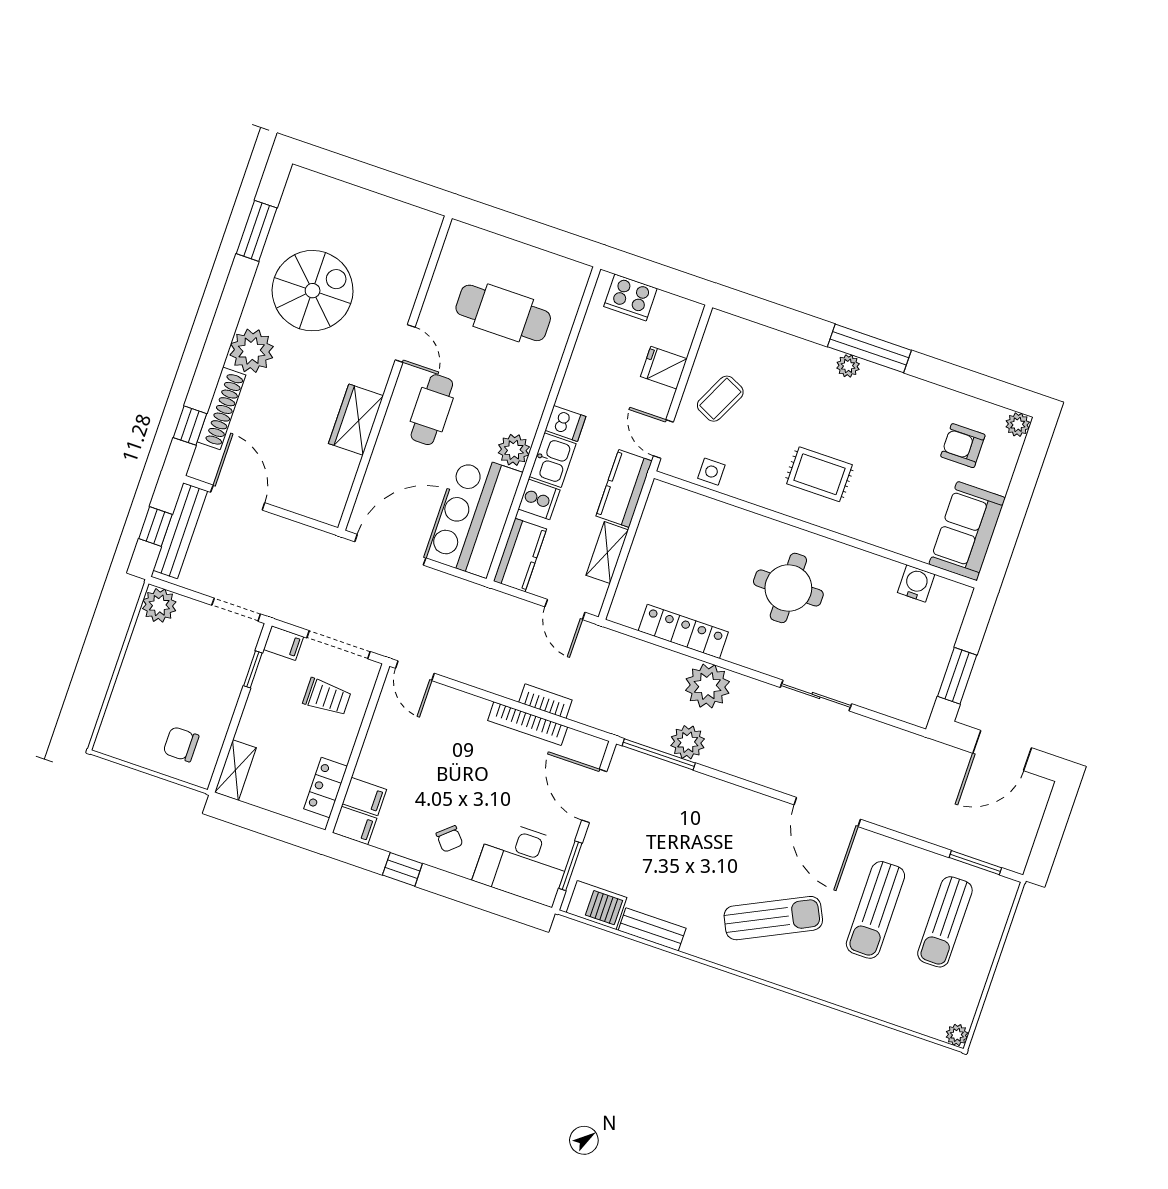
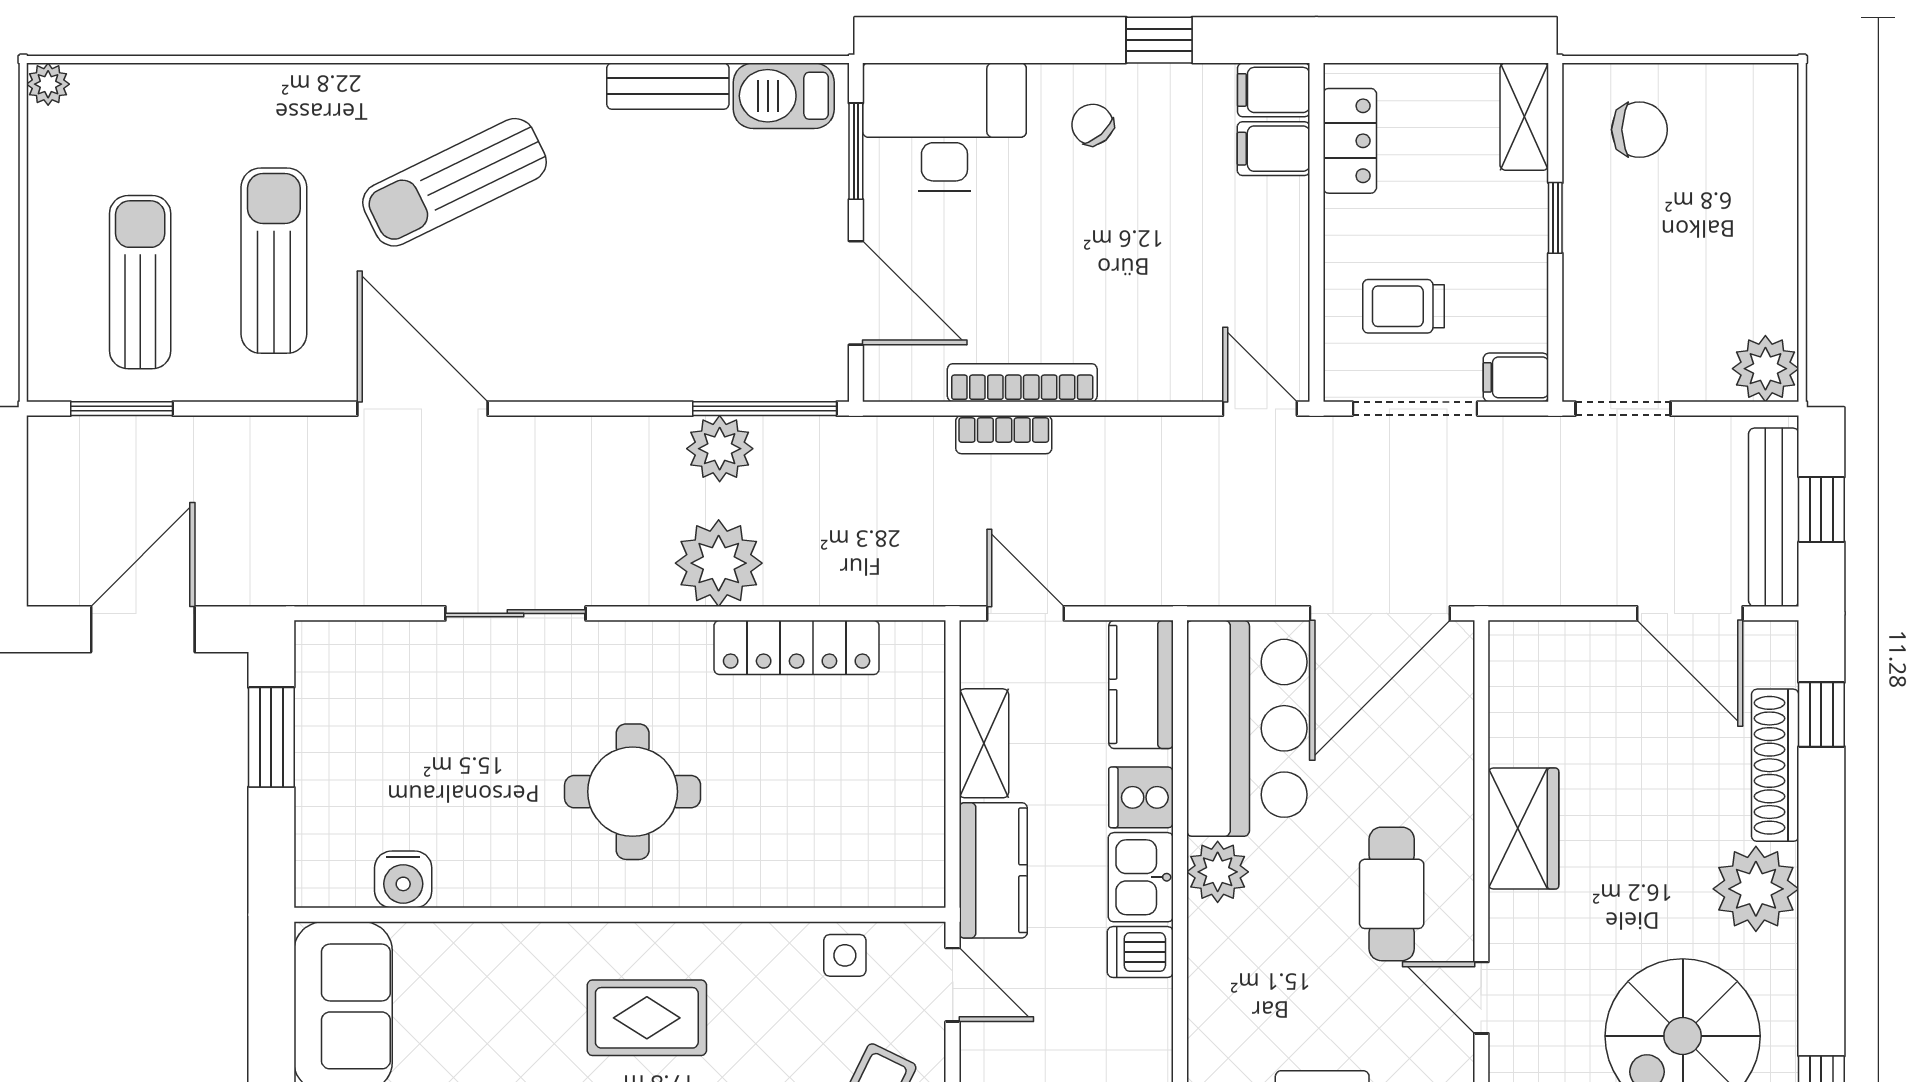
window: (253, 669) -> (1555, 218), moved

